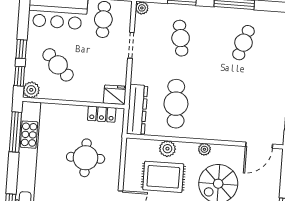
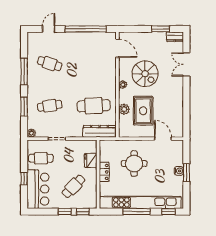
plant: (31, 90) -> (91, 203), removed
fridge: (115, 95) -> (91, 161), moved
locker: (102, 114) -> (104, 172), moved
window: (15, 132) -> (137, 212), moved

